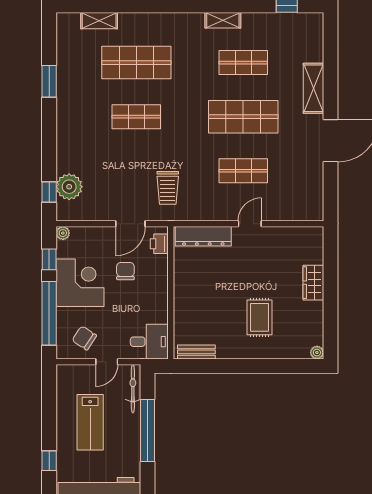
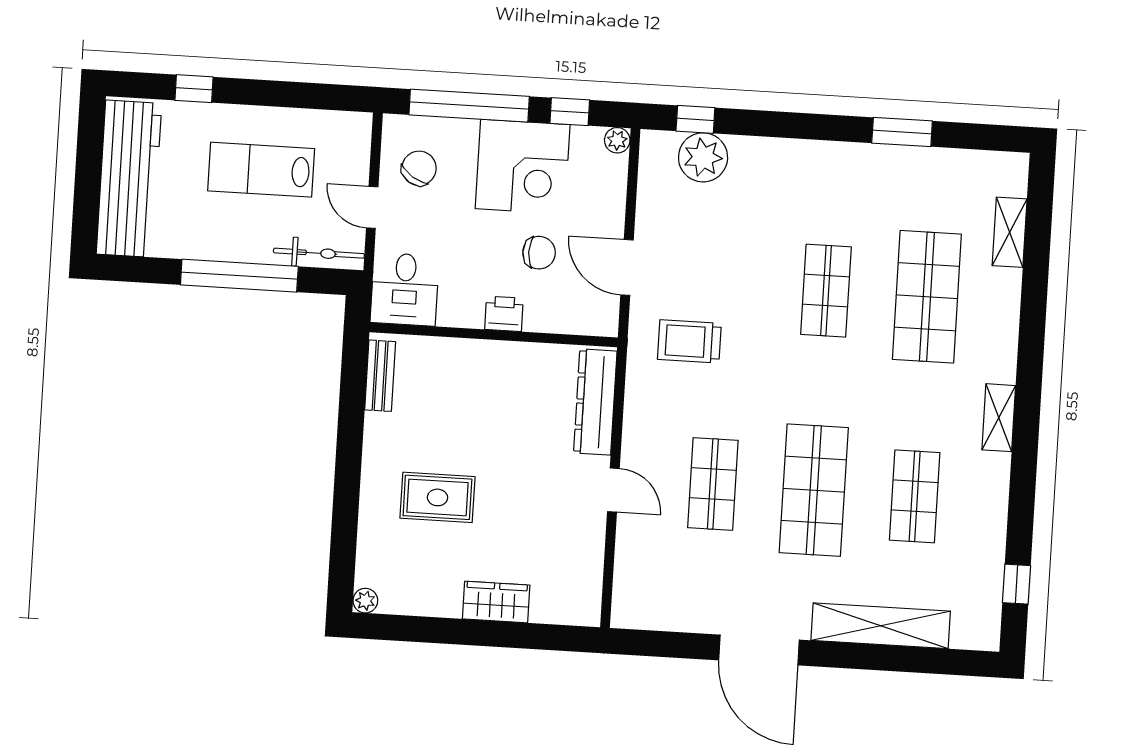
shelving: (223, 20) -> (999, 418), moved
shelving: (313, 88) -> (881, 626), width x1.47
printer: (159, 244) -> (504, 314), moved

